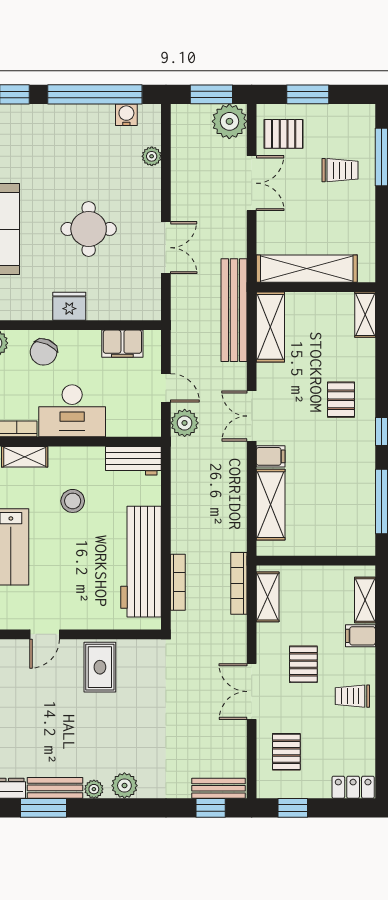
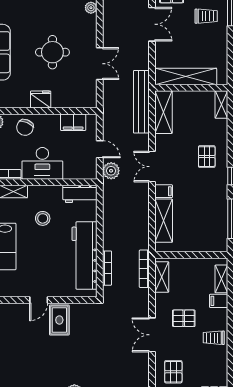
door: (45, 634) -> (39, 300), moved
pallet: (303, 664) -> (184, 318), turned 90

